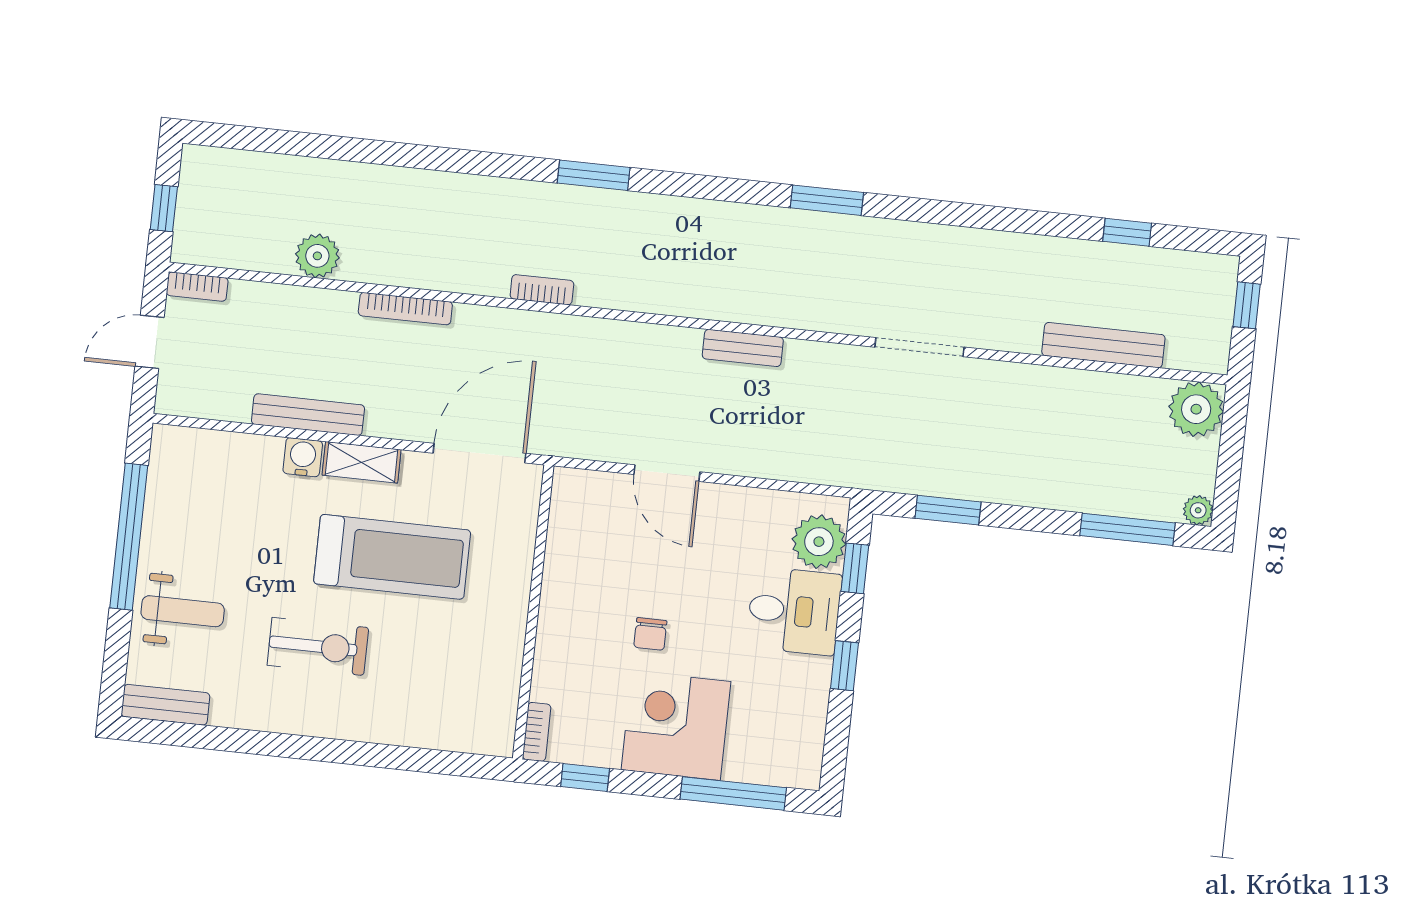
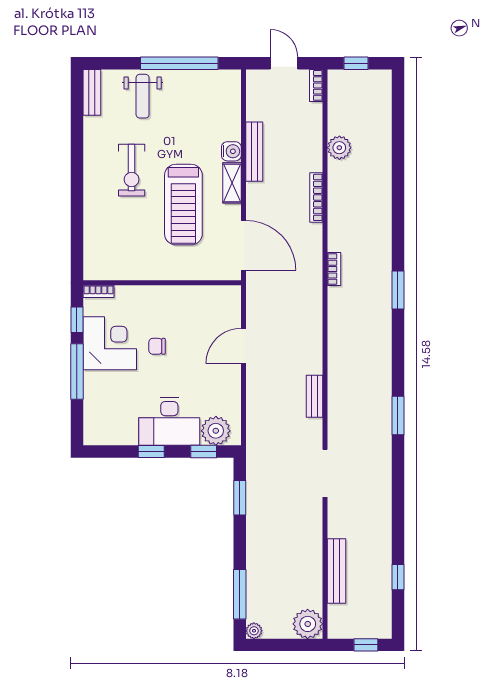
bench: (743, 348) -> (314, 396), moved
desk: (794, 611) -> (169, 421), width x1.37
corner desk: (676, 726) -> (110, 343), moved
window: (733, 793) -> (77, 372), moved

